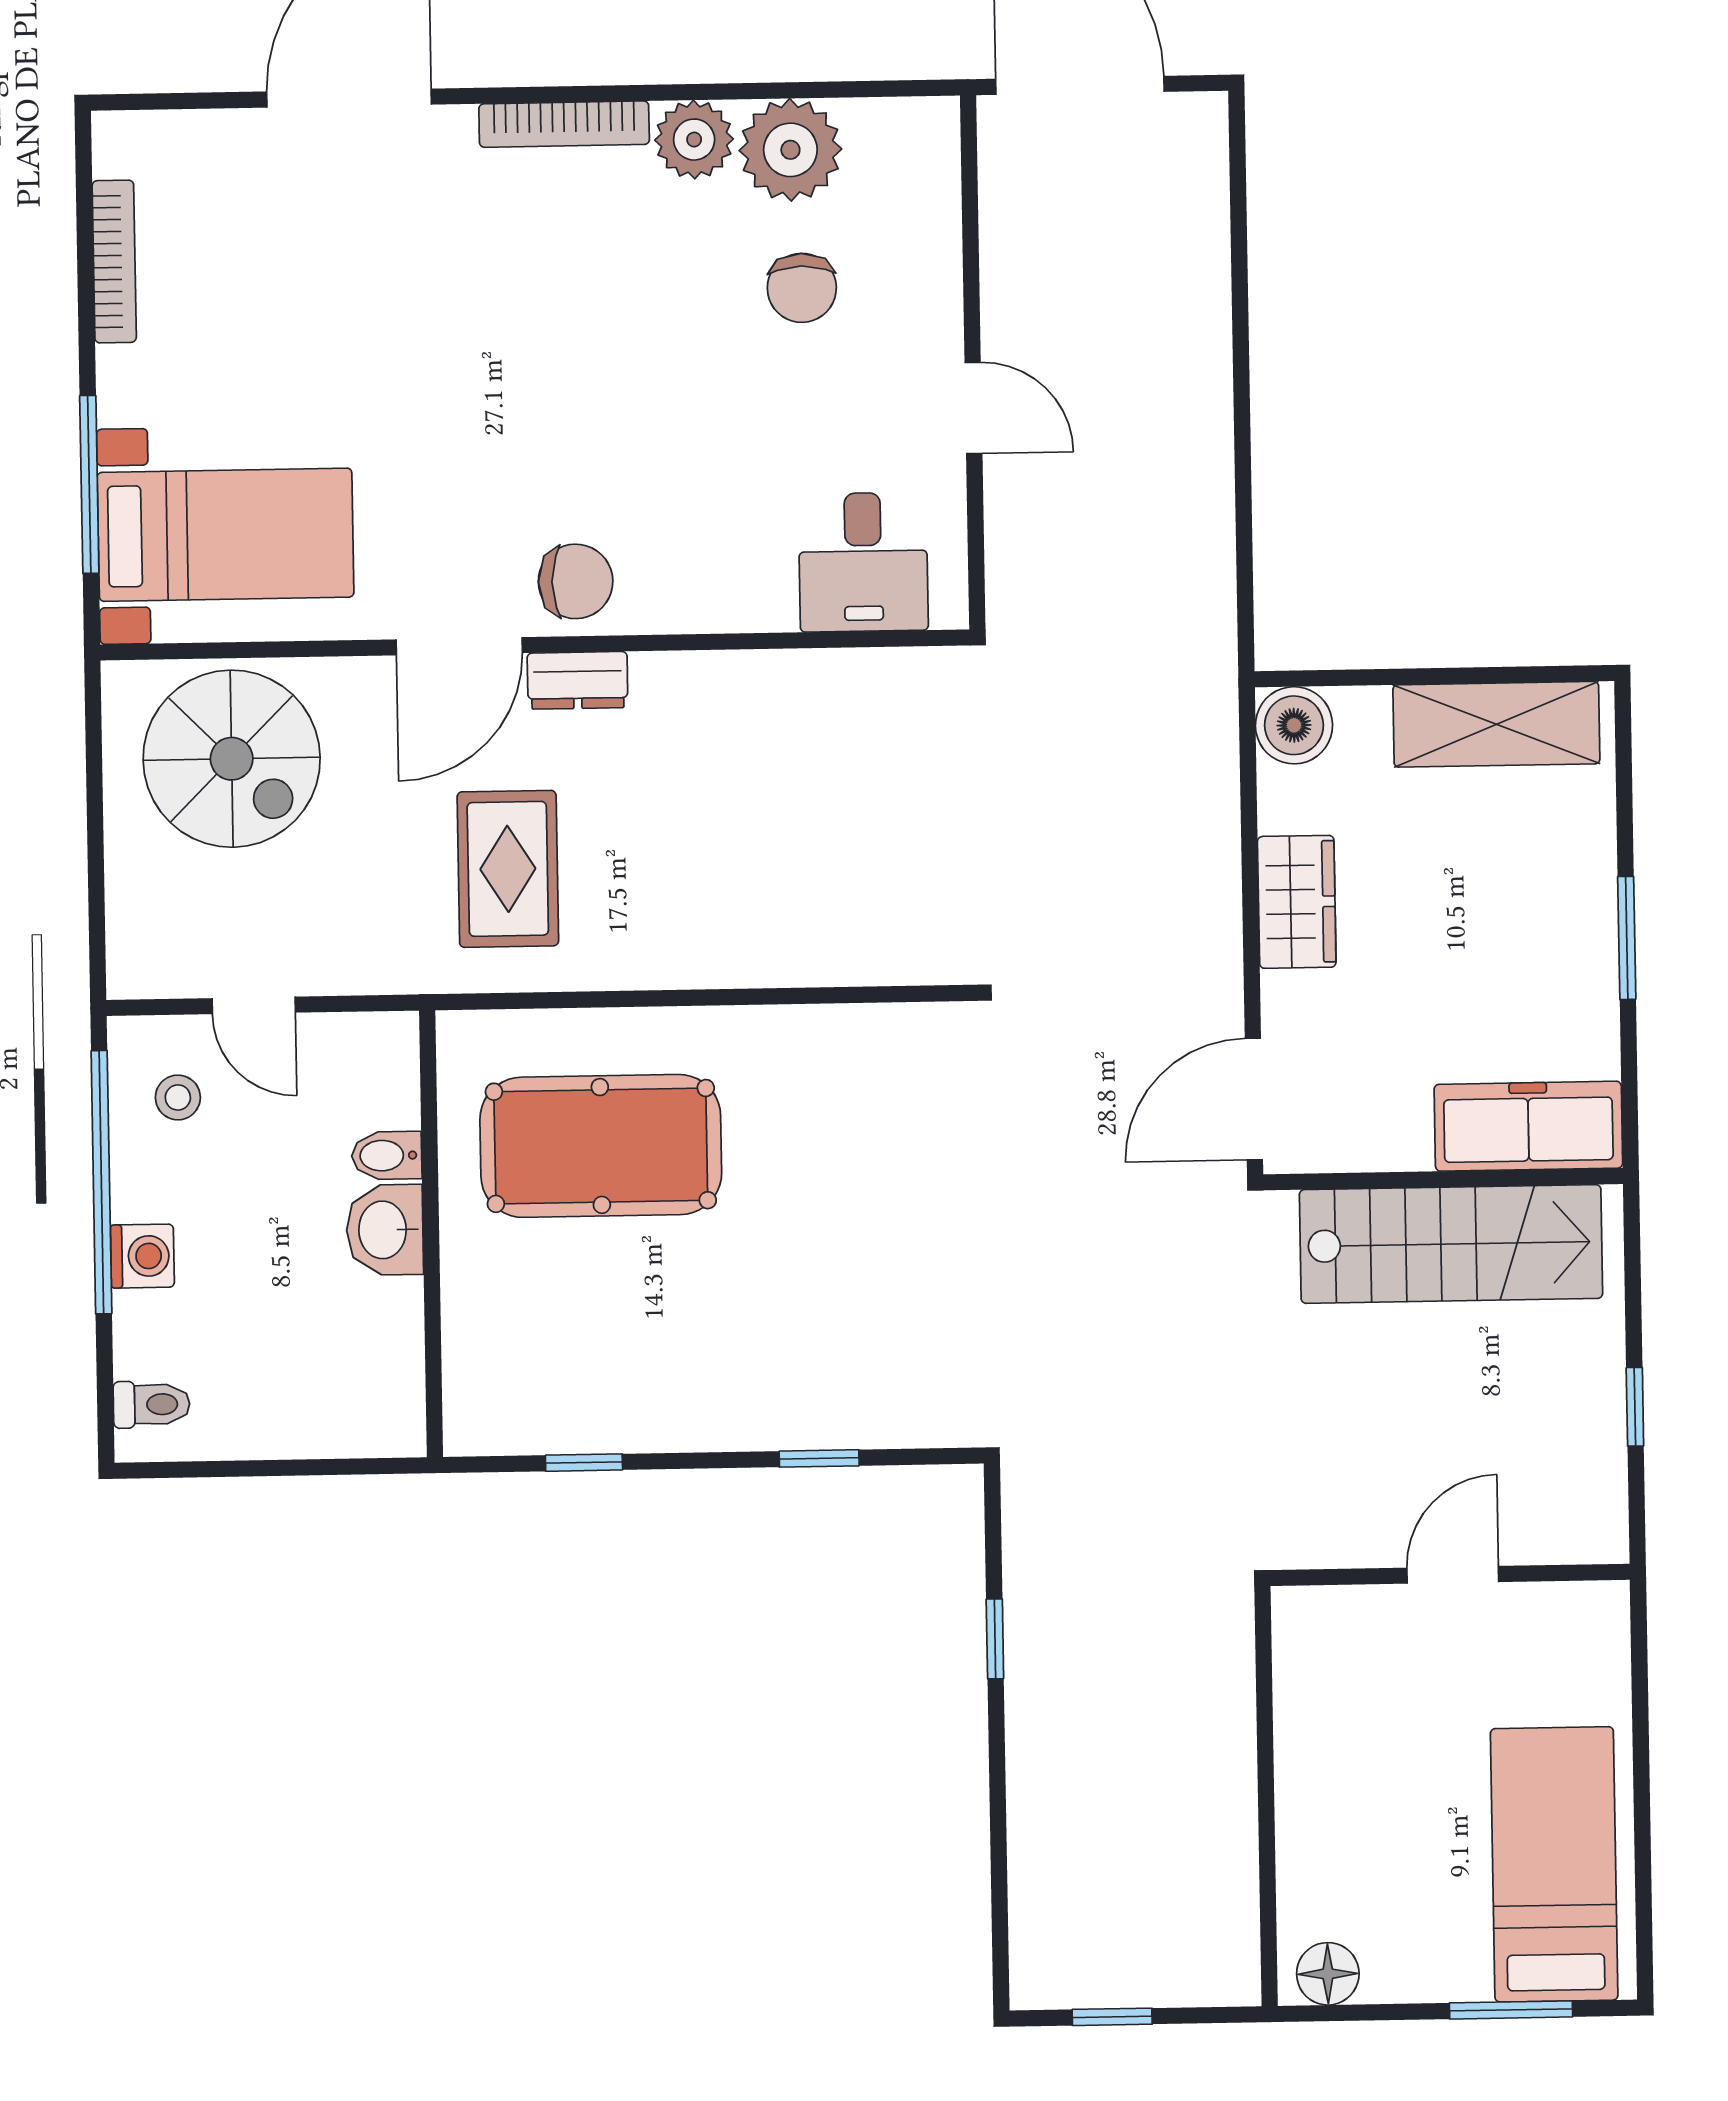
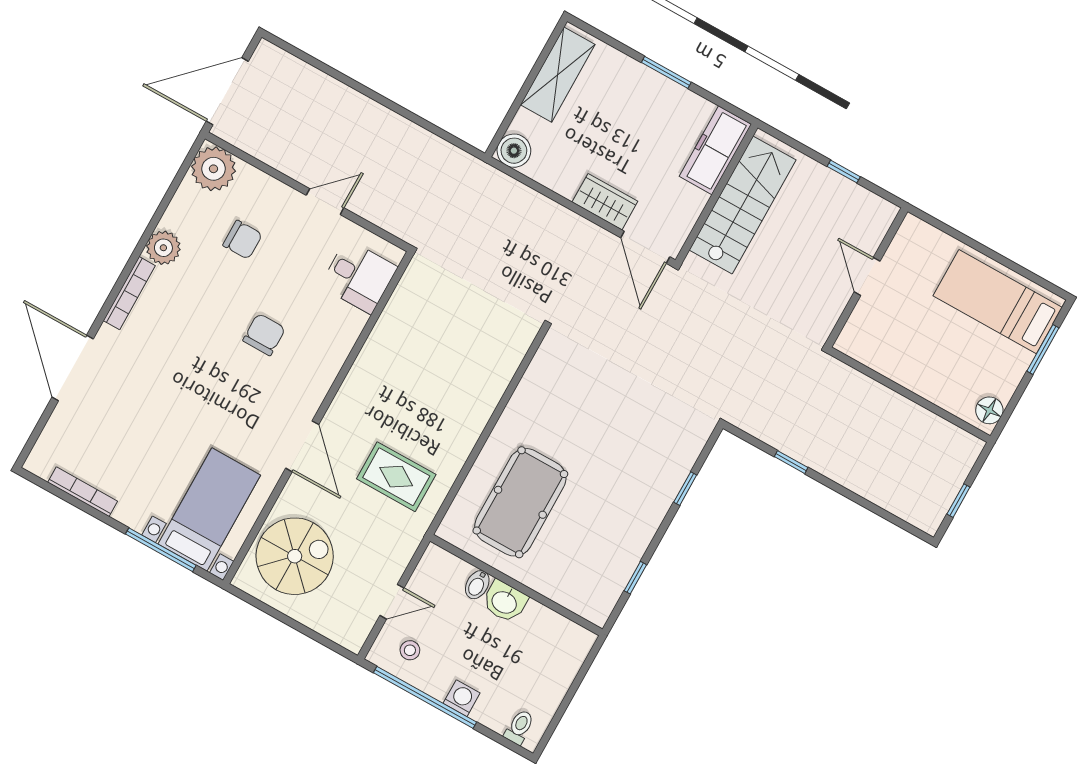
plant: (790, 150) -> (213, 169), moved
chair: (576, 581) -> (264, 335), moved
dresser: (578, 680) -> (341, 409), removed
wardrobe: (1297, 902) -> (605, 202), moved

